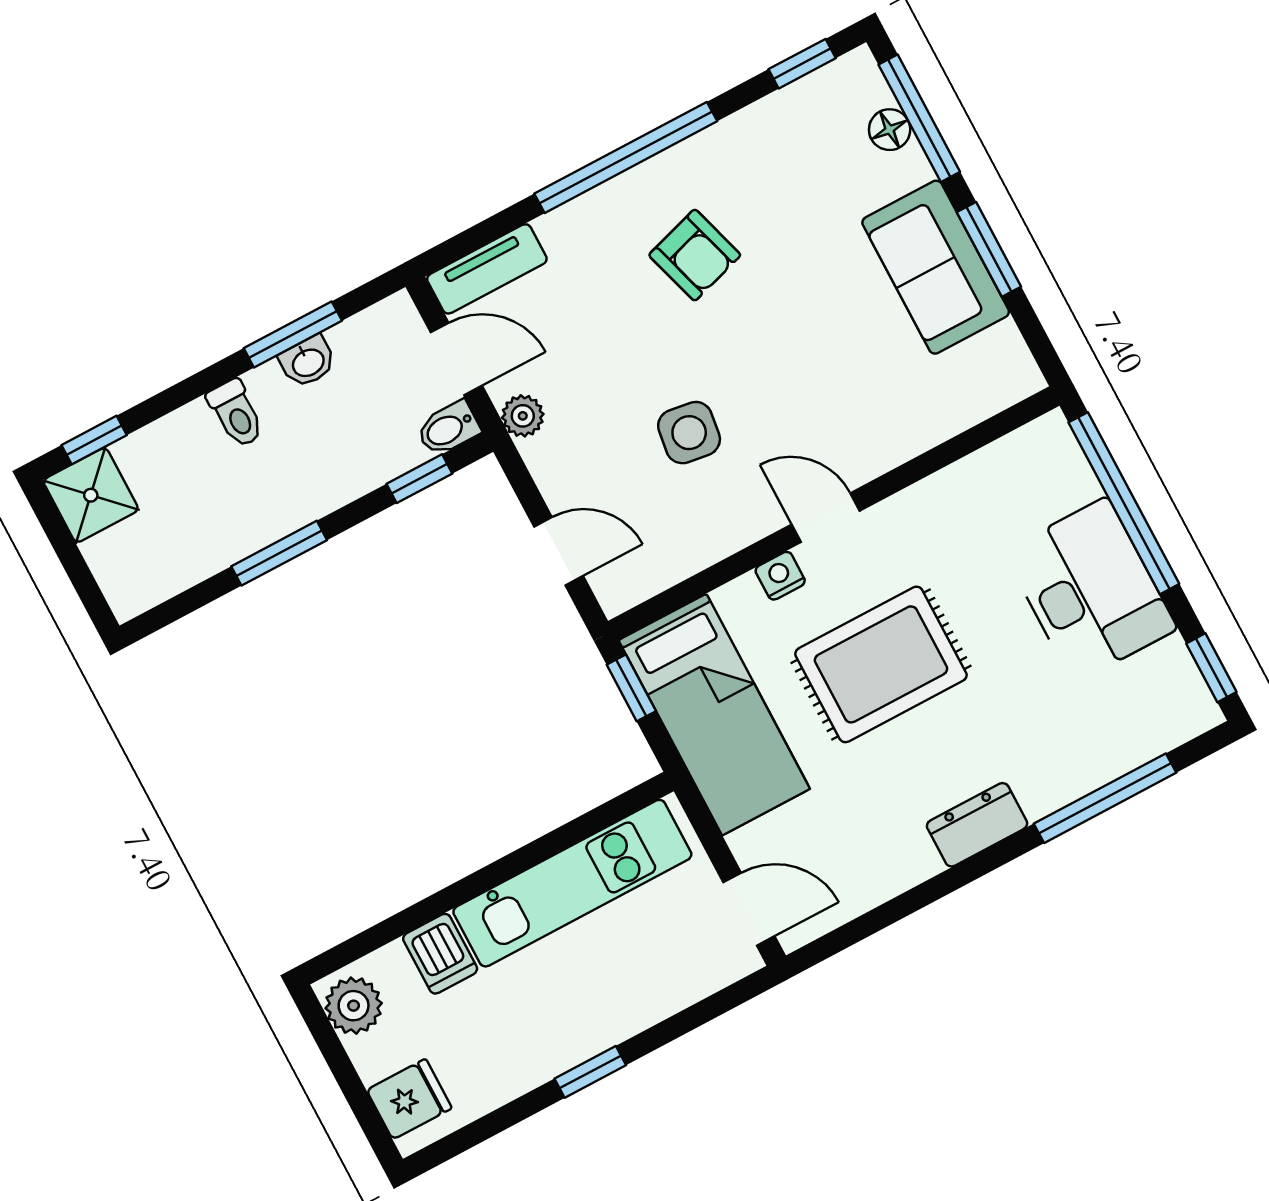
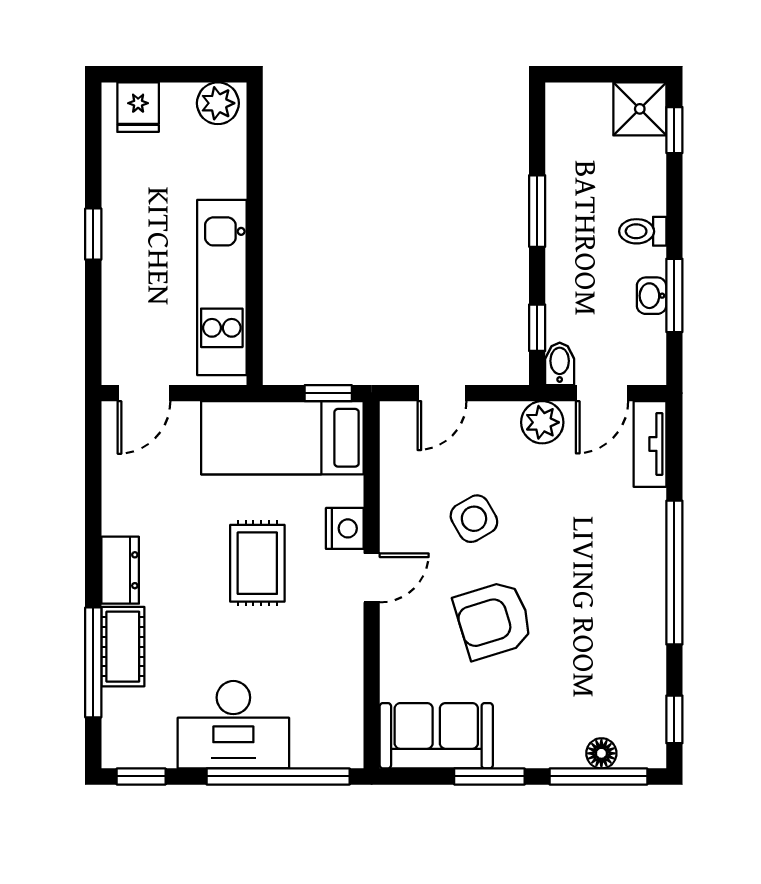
armchair: (695, 255) -> (493, 620), moved, width x1.38, depth x1.38
sofa: (936, 267) -> (436, 736), moved
plant: (523, 416) -> (542, 422), width x1.38, depth x1.38
side table: (689, 433) -> (474, 519), turned -38
nightstand: (780, 576) -> (345, 528), width x1.39, depth x1.35
rug: (881, 664) -> (257, 563), width x0.73, depth x0.70
cot: (1067, 773) -> (123, 647), added
dishwasher: (440, 954) -> (222, 177), removed

